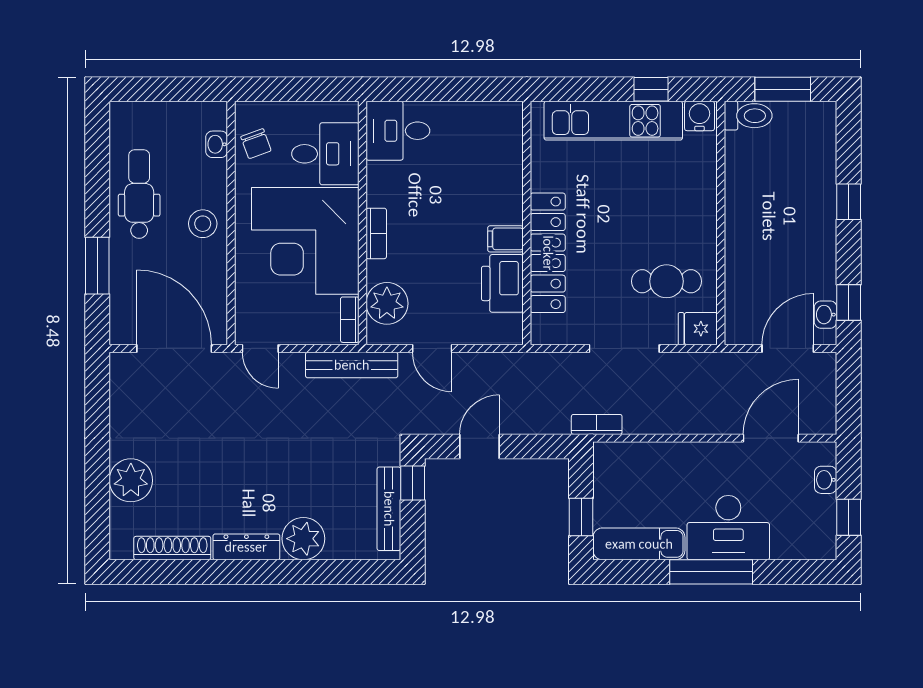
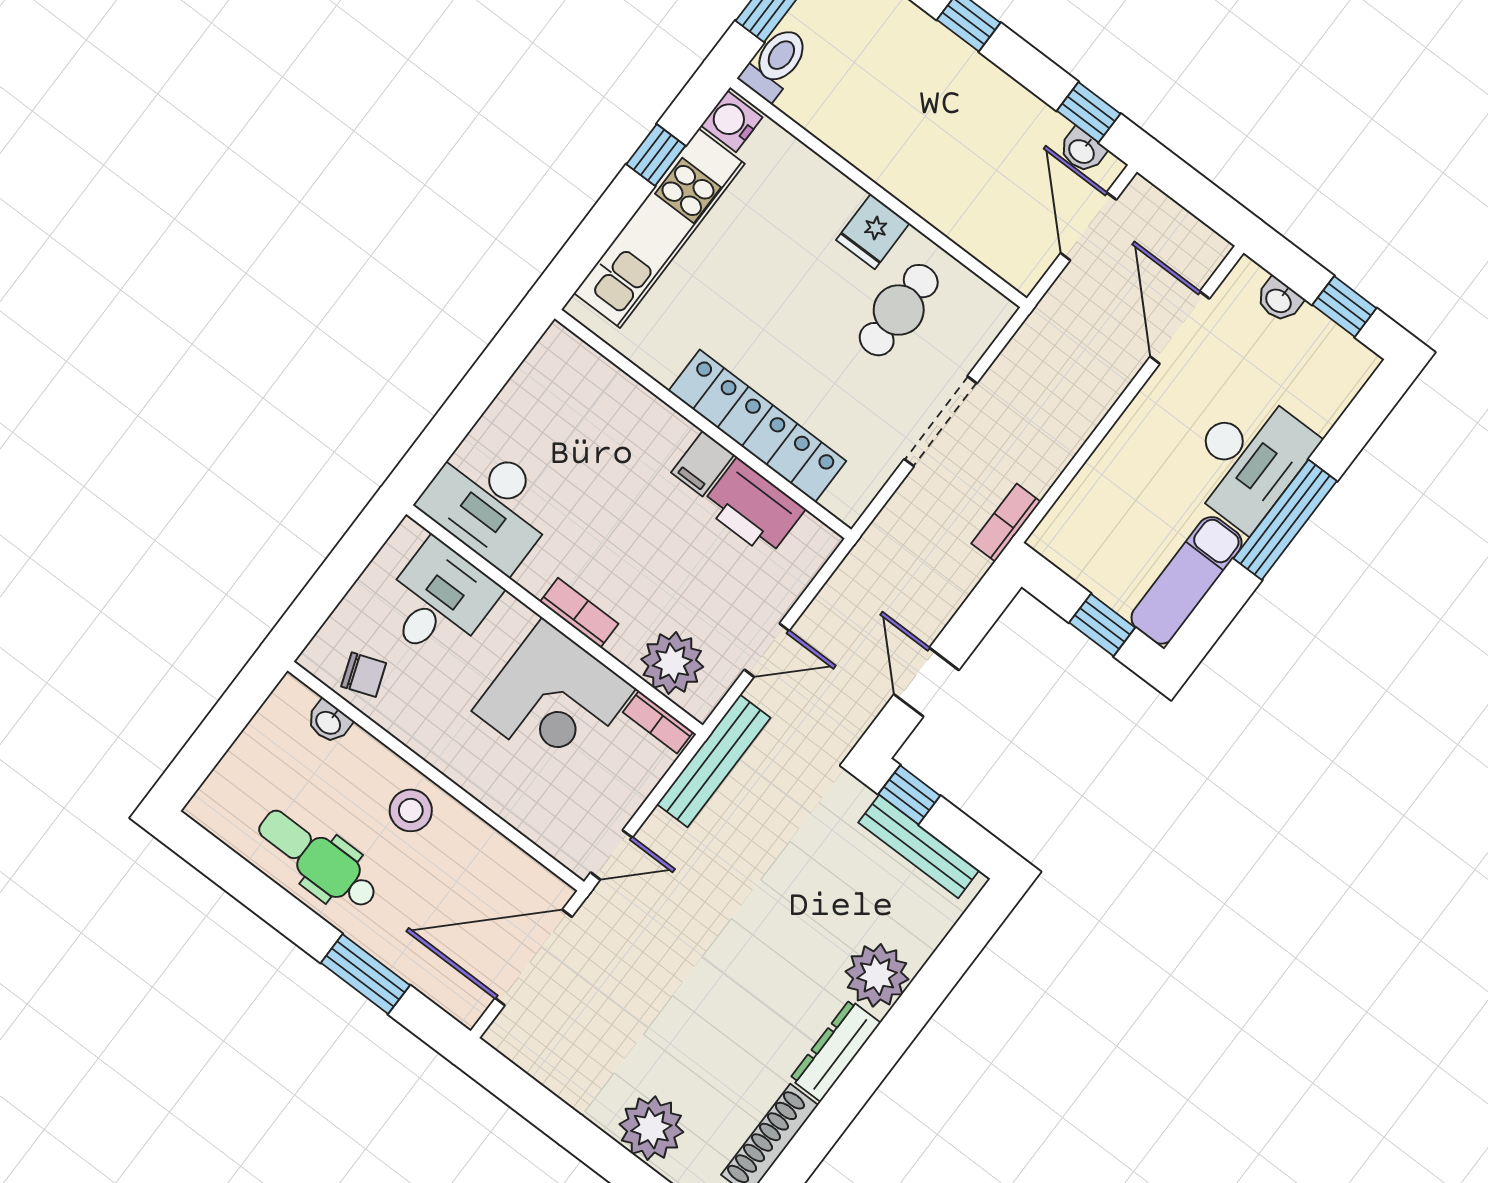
desk: (398, 131) -> (490, 504), width x1.37
corner desk: (305, 241) -> (554, 700), width x0.74, depth x0.74
fridge: (698, 329) -> (873, 232), moved

